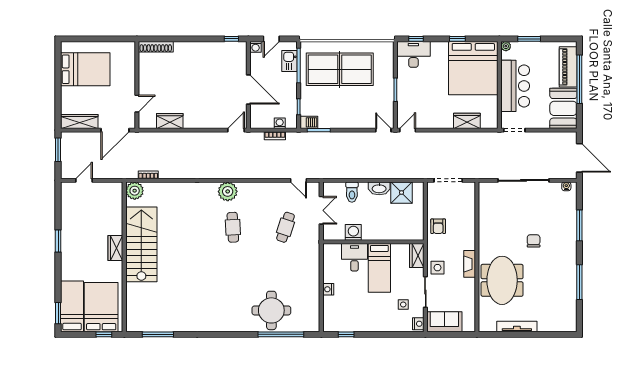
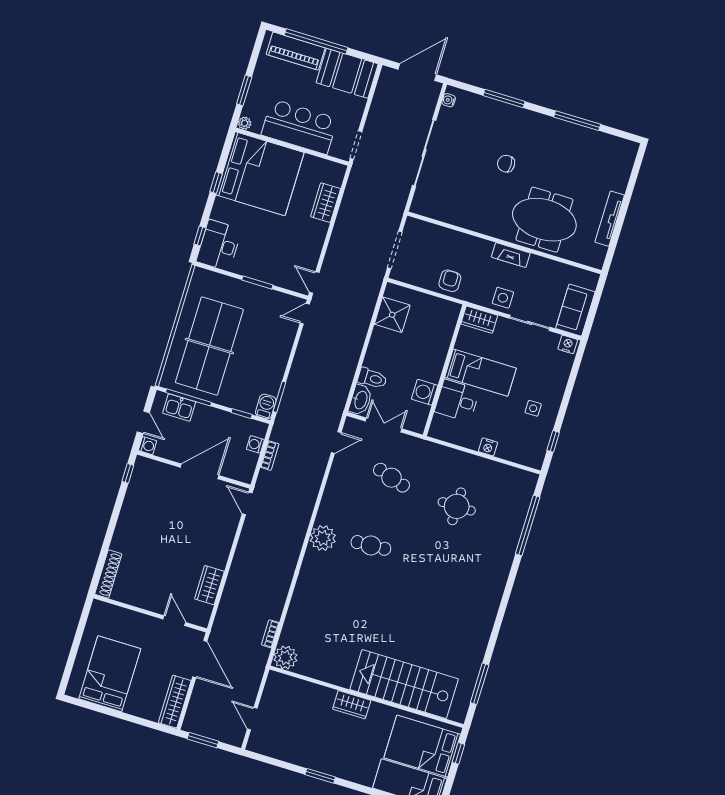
washbasin: (379, 188) -> (360, 400), moved
armchair: (438, 226) -> (450, 281), turned -90
stairs: (141, 244) -> (404, 684), moved
side table: (403, 304) -> (533, 408), moved
round table: (271, 310) -> (457, 506), moved, width x0.73, depth x0.73

